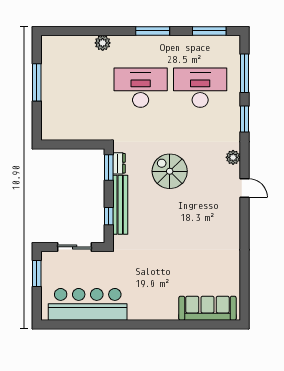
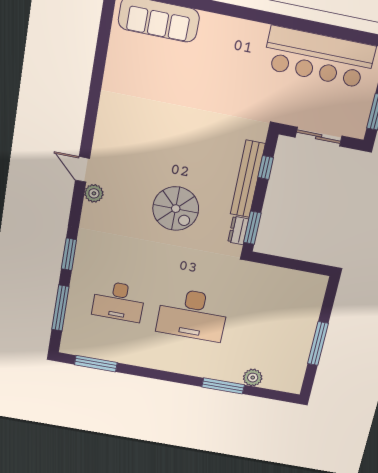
window: (153, 31) -> (223, 386), moved
plant: (103, 43) -> (253, 378), moved
desk: (200, 88) -> (119, 301), width x0.73, depth x0.77
plant: (233, 157) -> (94, 193), moved

